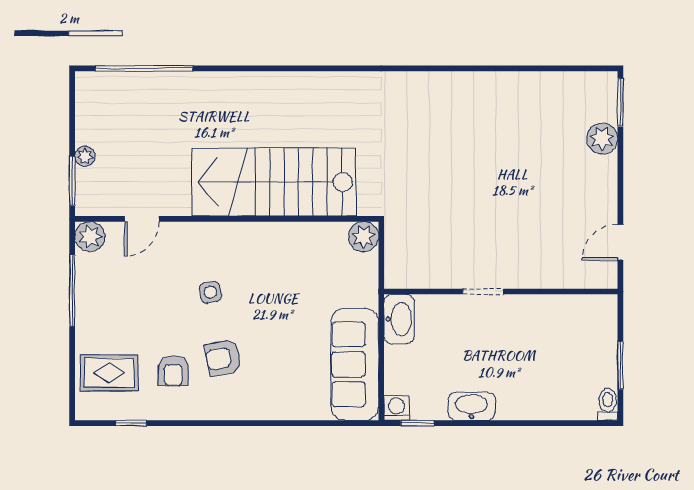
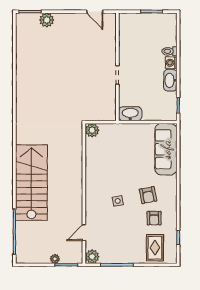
stairs: (274, 182) -> (31, 183), moved, turned 180
door: (142, 219) -> (84, 233), swing flipped
sofa: (355, 364) -> (166, 149), moved, turned 90
armchair: (173, 371) -> (154, 218), turned 90
toilet: (608, 404) -> (169, 51), moved
washing machine: (396, 408) -> (171, 63), moved

